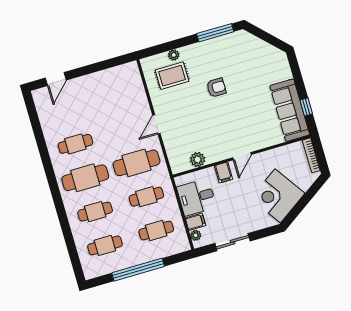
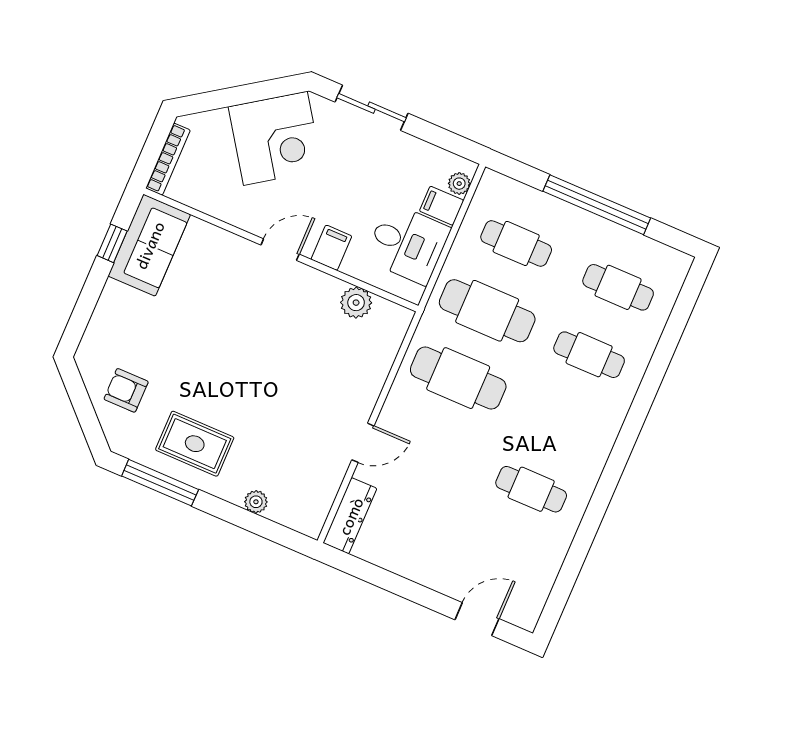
rug: (172, 76) -> (195, 444), moved
dresser: (135, 79) -> (350, 516), added
armchair: (216, 88) -> (126, 390), moved
sofa: (290, 110) -> (149, 245), width x0.73
door: (156, 124) -> (363, 443), moved
cafe table: (85, 178) -> (560, 422), removed
cafe table: (146, 197) -> (487, 311), width x1.37, depth x1.35
sliding door: (233, 242) -> (372, 108), moved

